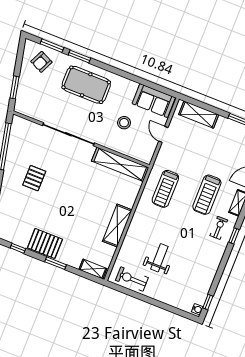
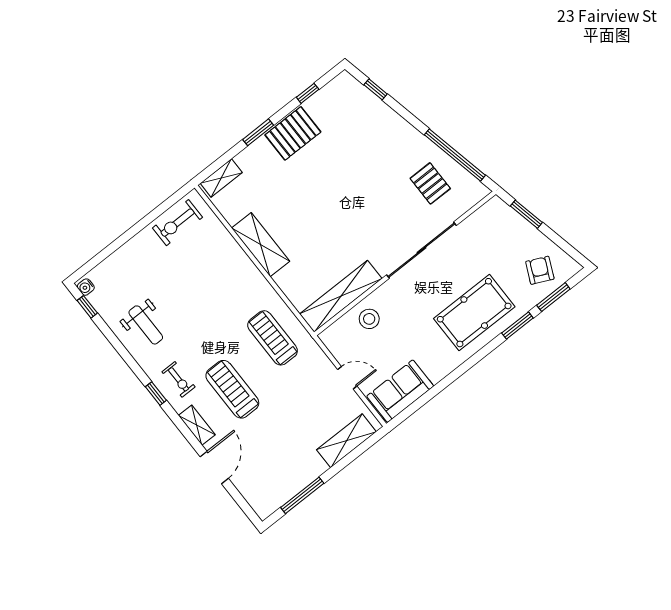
stool: (124, 123) -> (369, 319), moved
pallet: (34, 178) -> (430, 183), moved
weight bench: (159, 258) -> (146, 325), moved
exercise bike: (132, 279) -> (178, 223), turned 180

